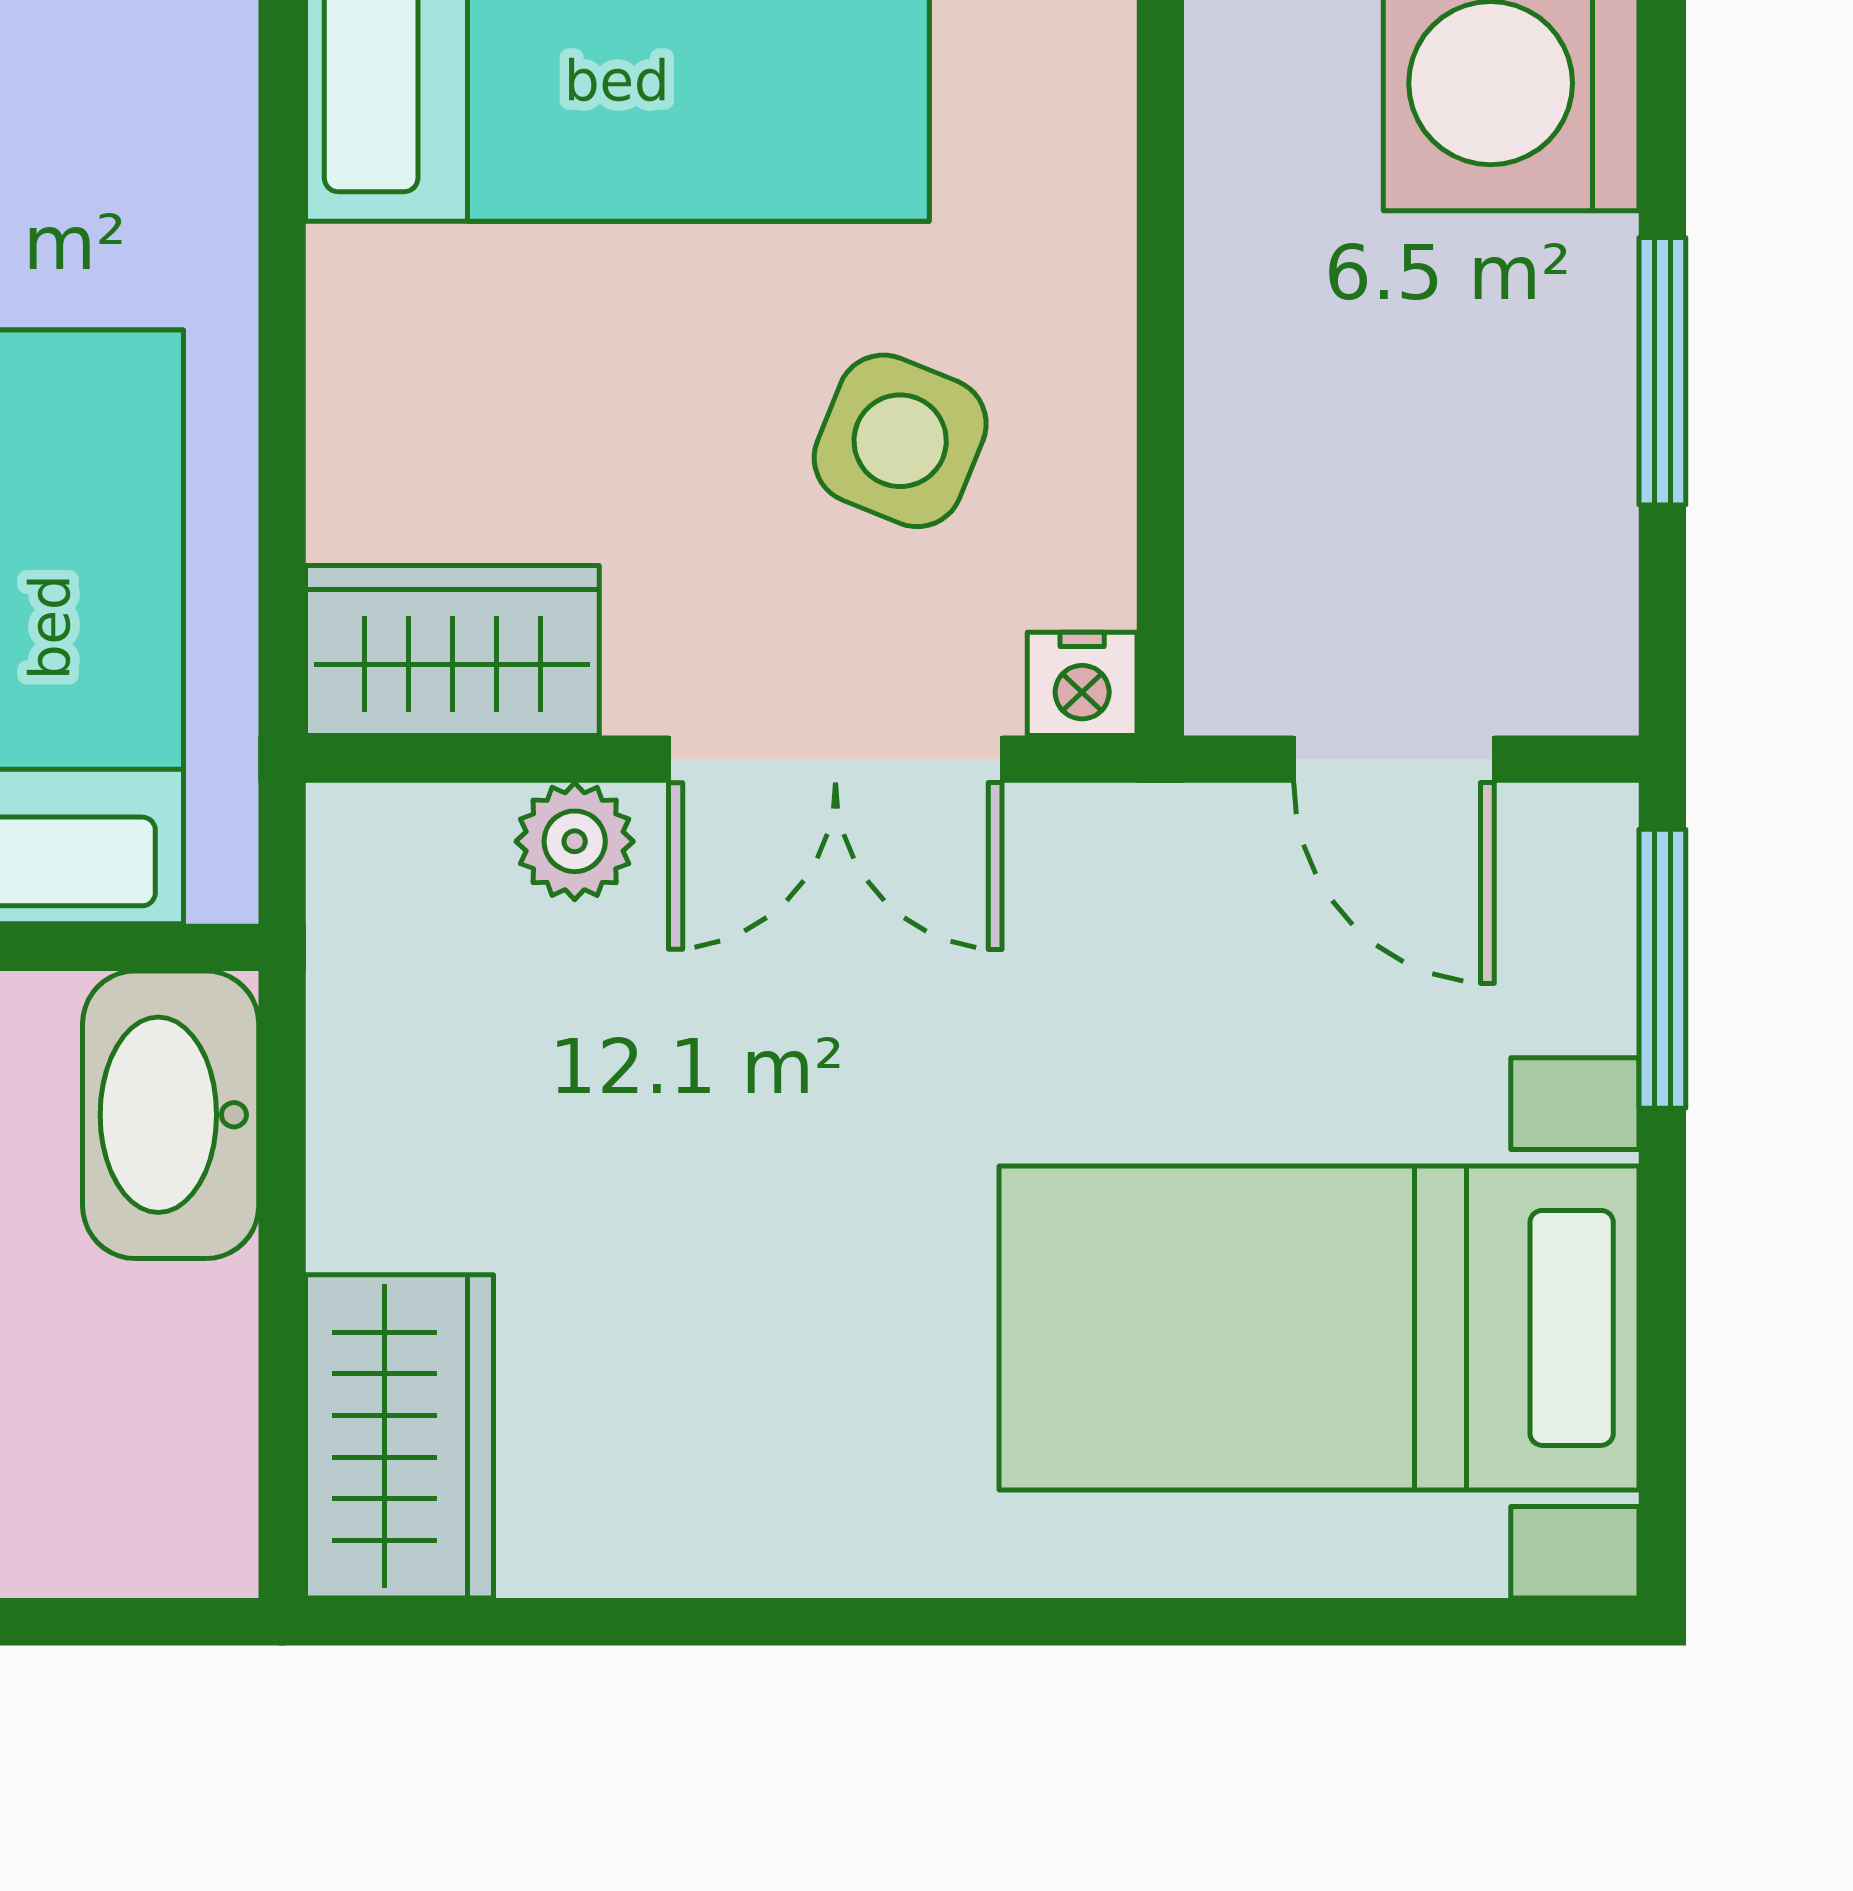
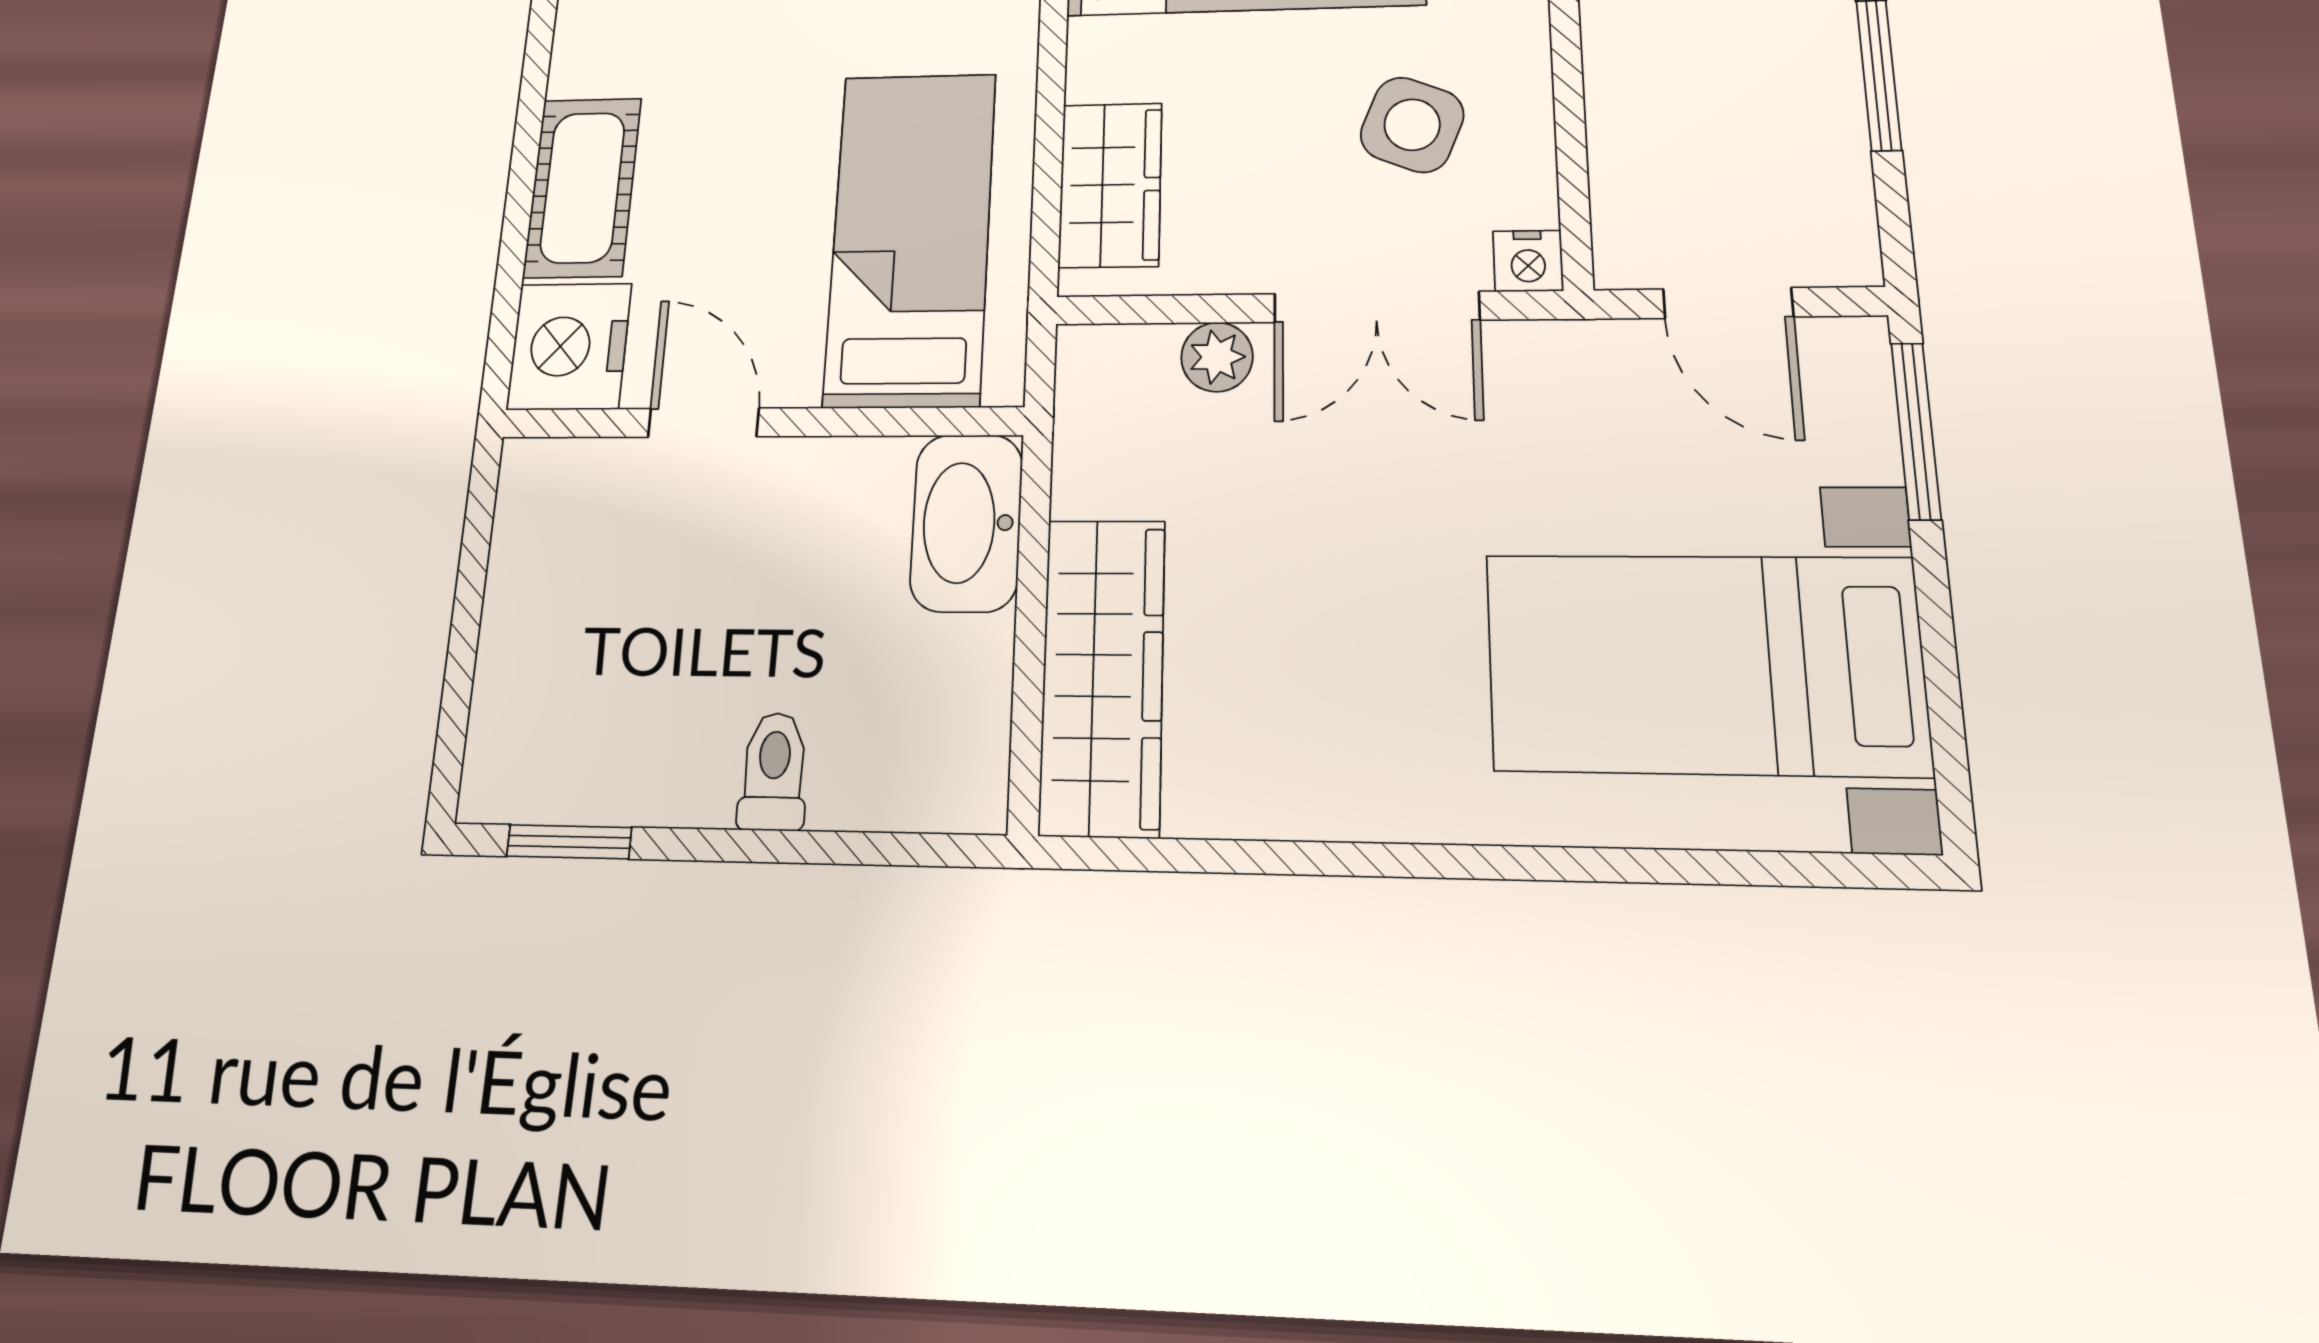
wardrobe: (452, 651) -> (1110, 185), moved, turned 90
wardrobe: (400, 1436) -> (1103, 676), width x1.50

